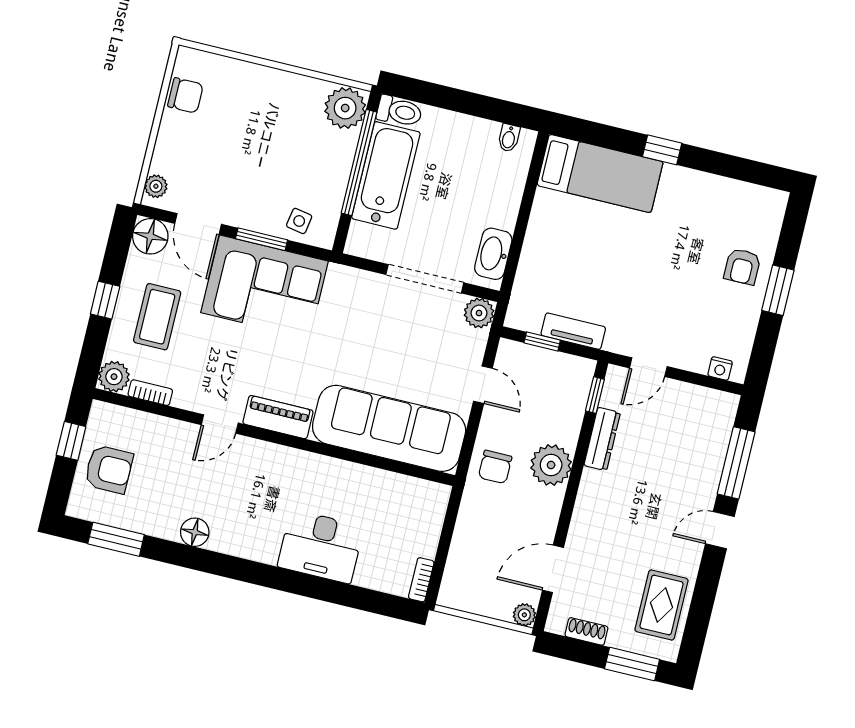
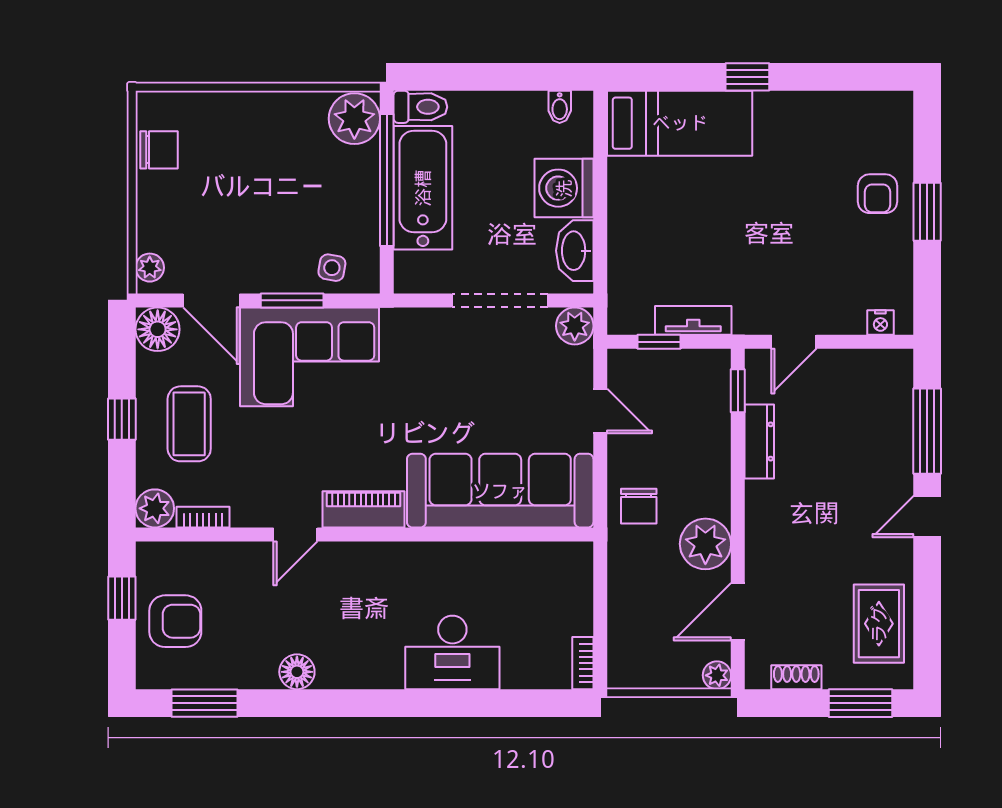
washing machine: (497, 203) -> (564, 188), added
plant: (551, 465) -> (705, 544), moved

